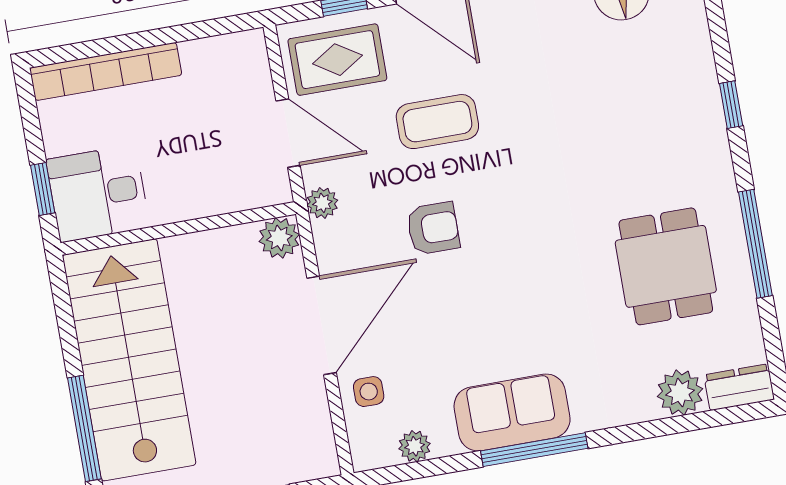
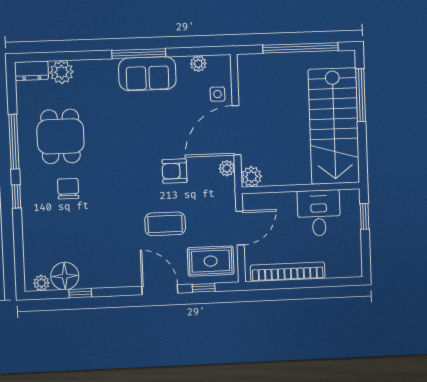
bookcase: (106, 71) -> (288, 272), moved
window: (731, 105) -> (16, 196), moved
door: (288, 133) -> (240, 228), swing flipped
chair: (637, 166) -> (68, 189), added
desk: (98, 193) -> (319, 213), moved, turned -90
plant: (322, 203) -> (227, 168), moved

